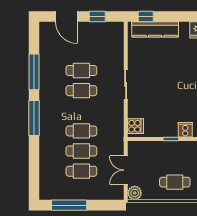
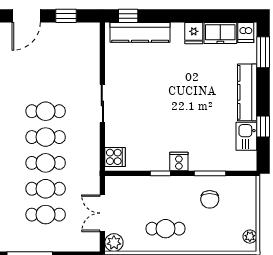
door: (66, 16) -> (26, 16), hinge flipped
cafe table: (81, 71) -> (46, 137), moved

